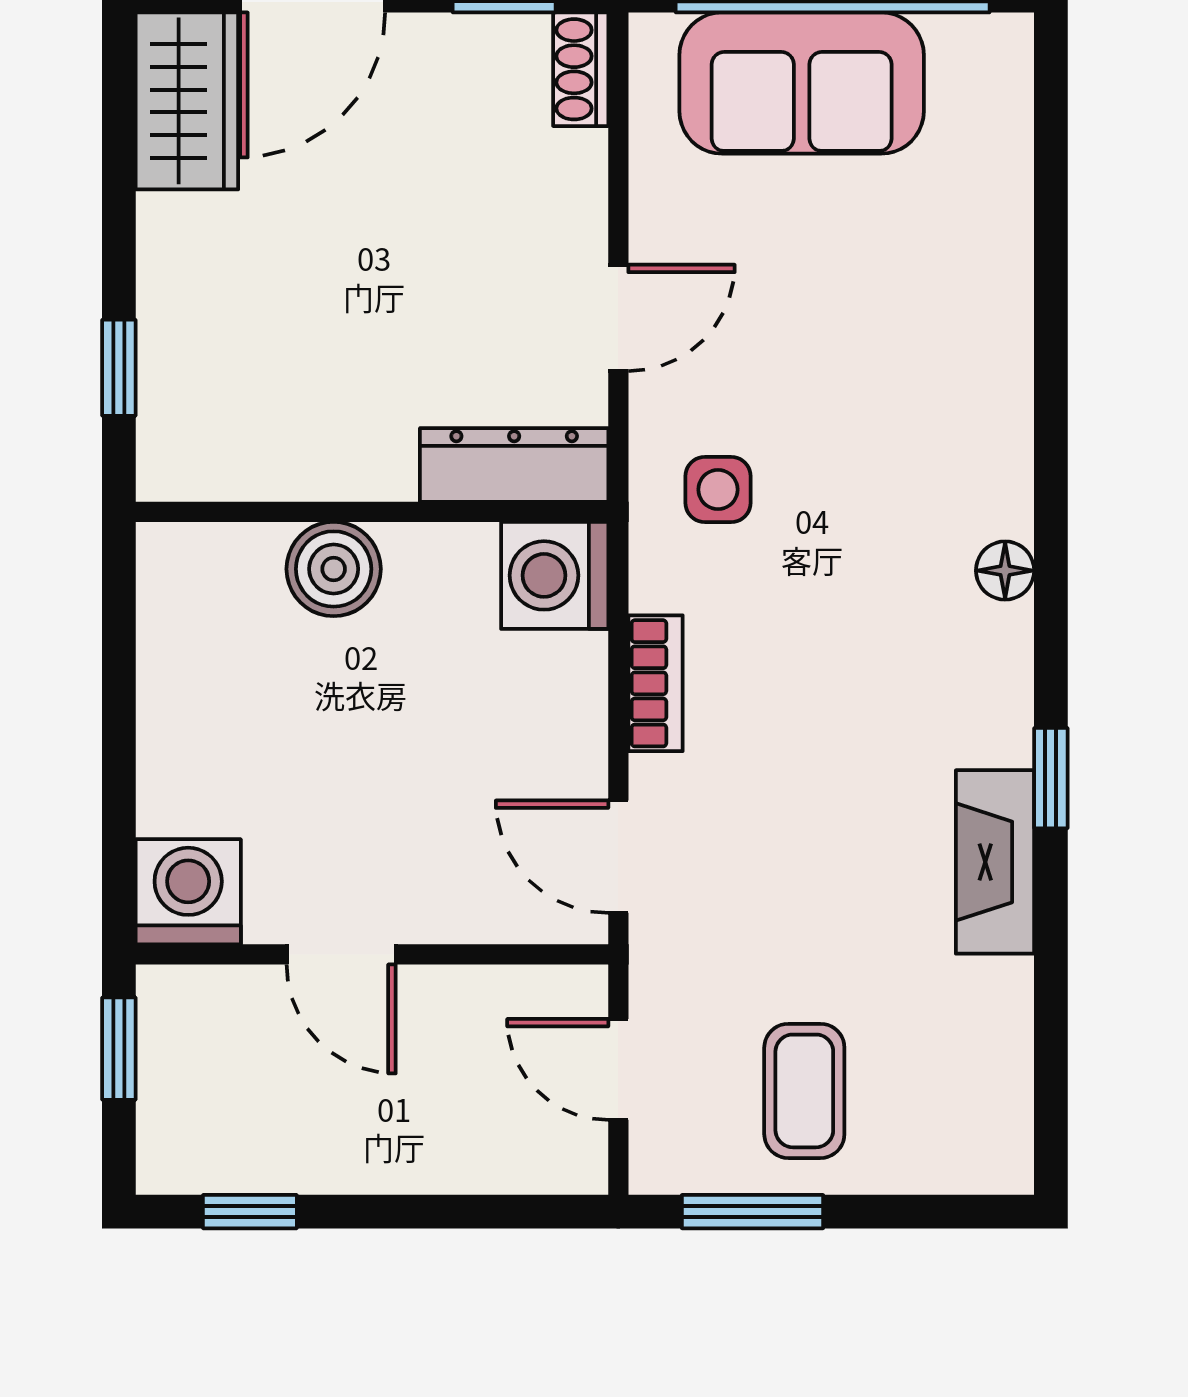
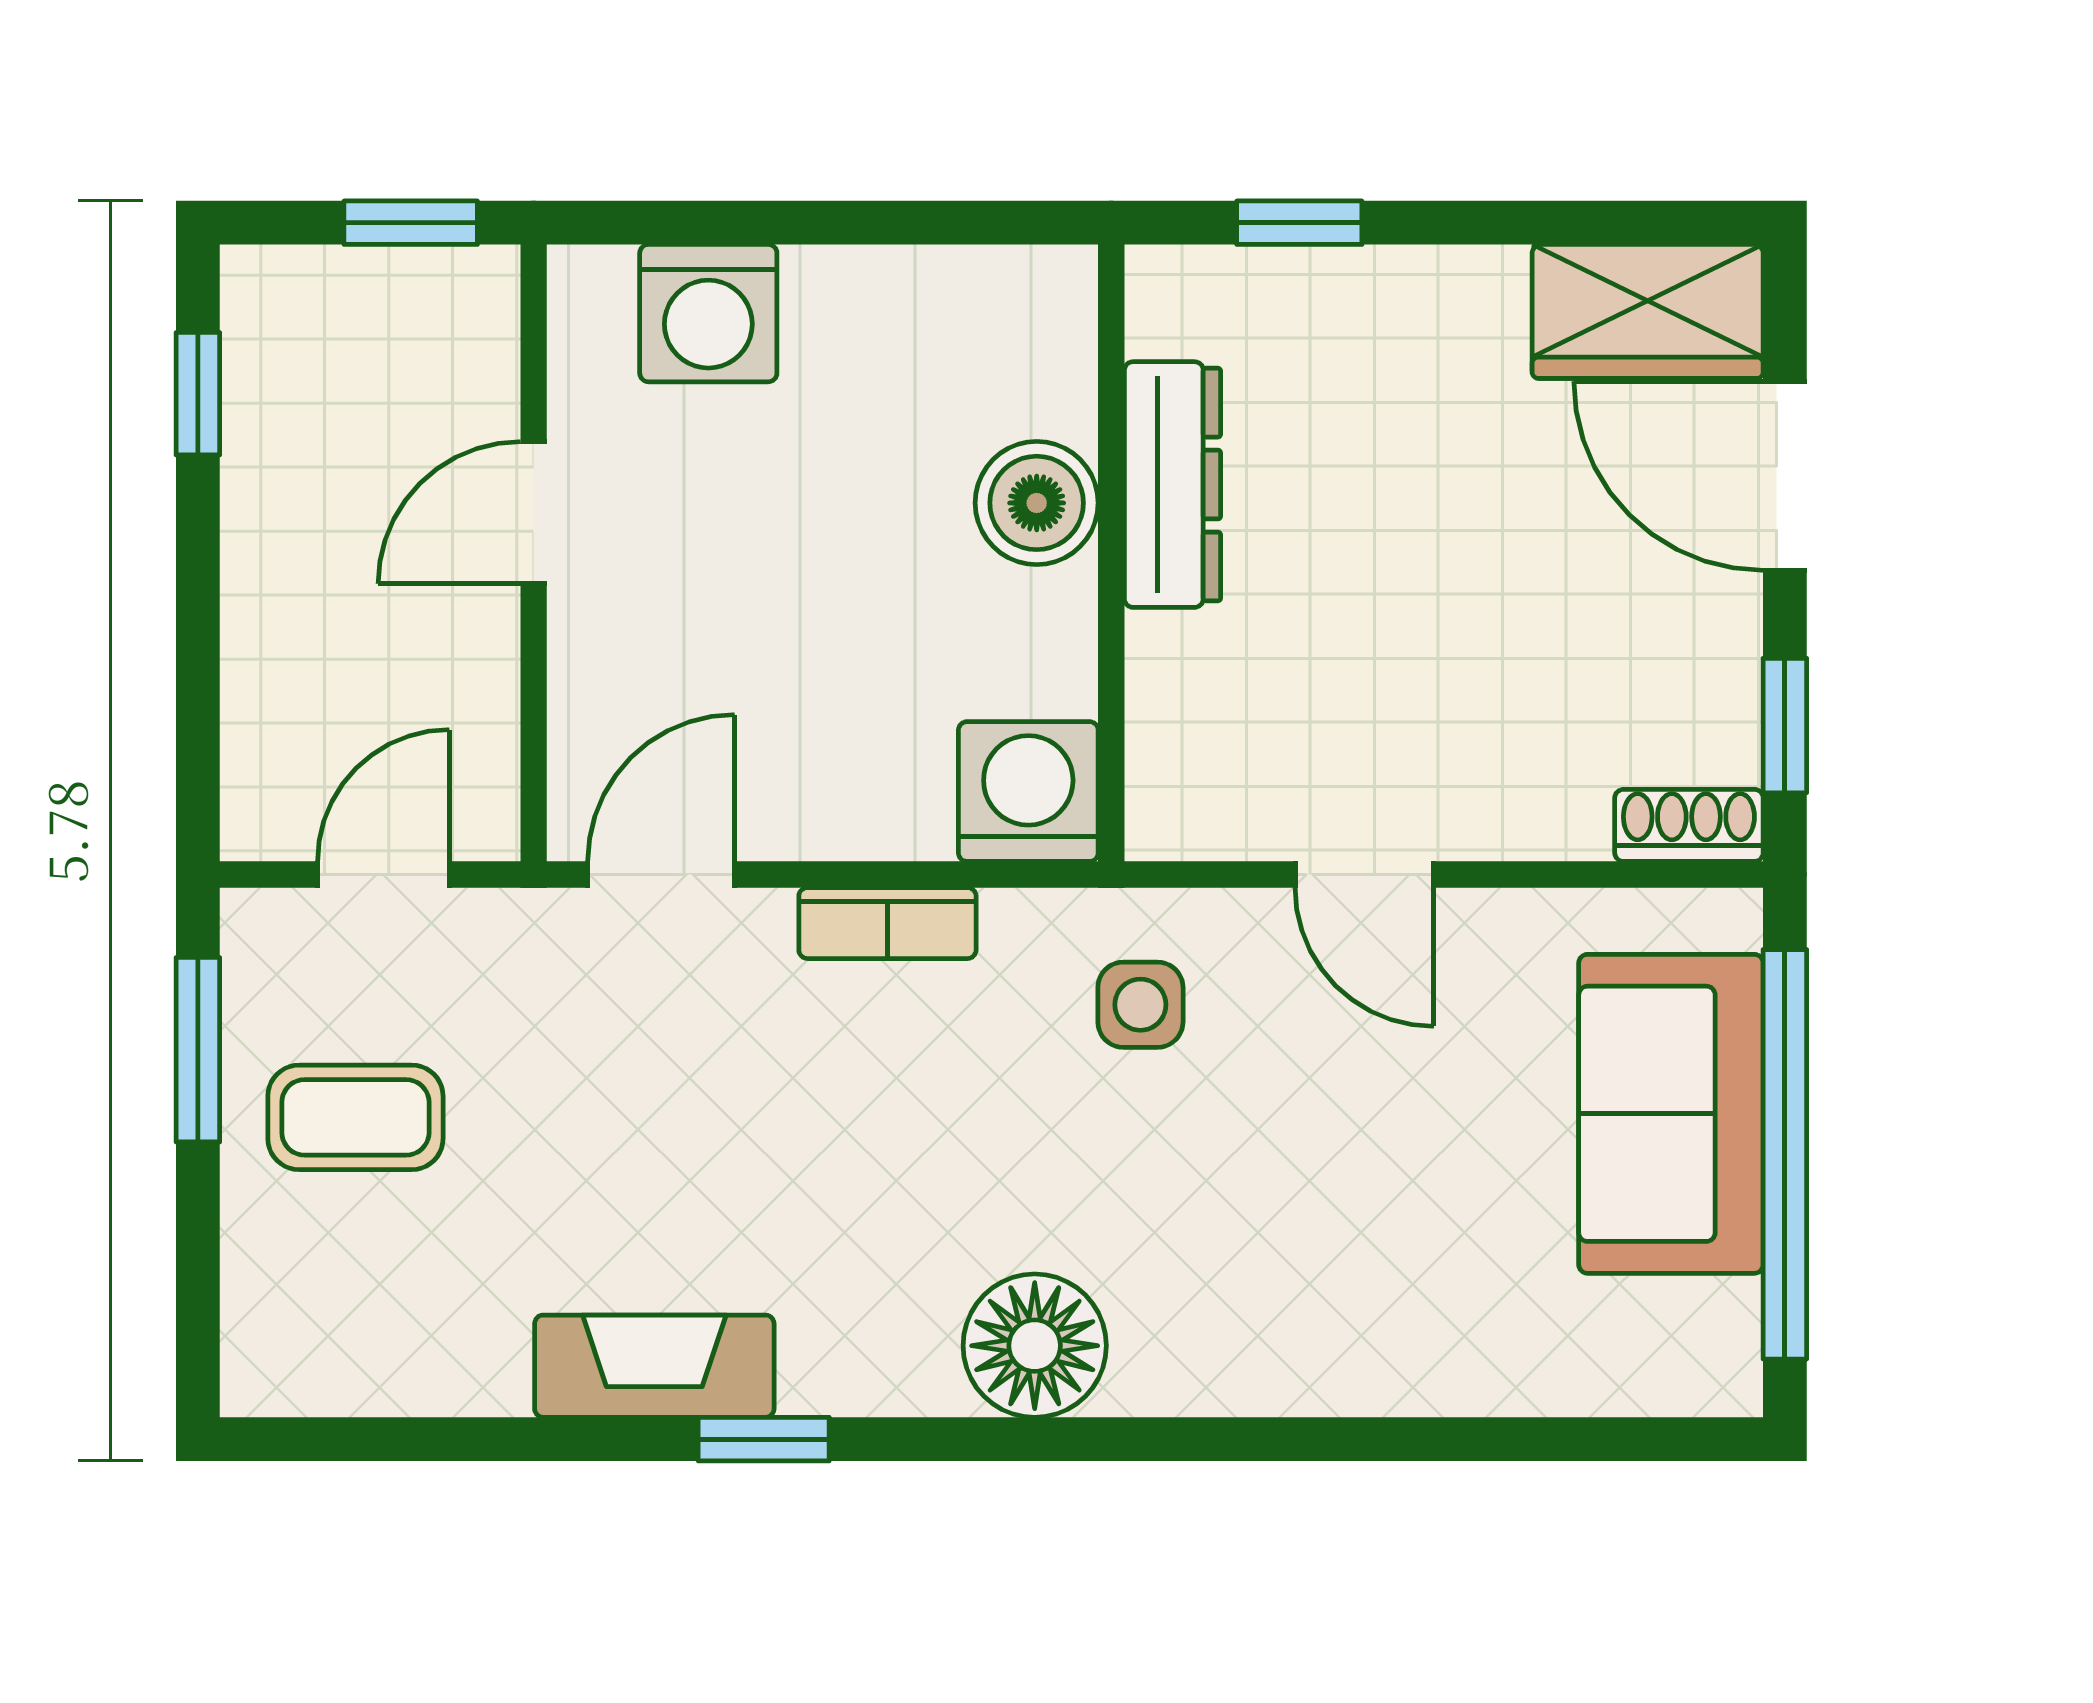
dresser: (514, 465) -> (1172, 485), moved
floor lamp: (1005, 571) -> (1035, 1346), width x1.89, depth x1.89
washing machine: (188, 892) -> (708, 313), moved, turned 90

